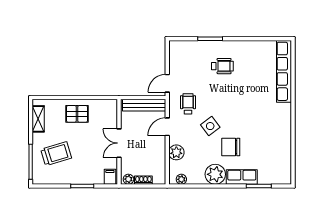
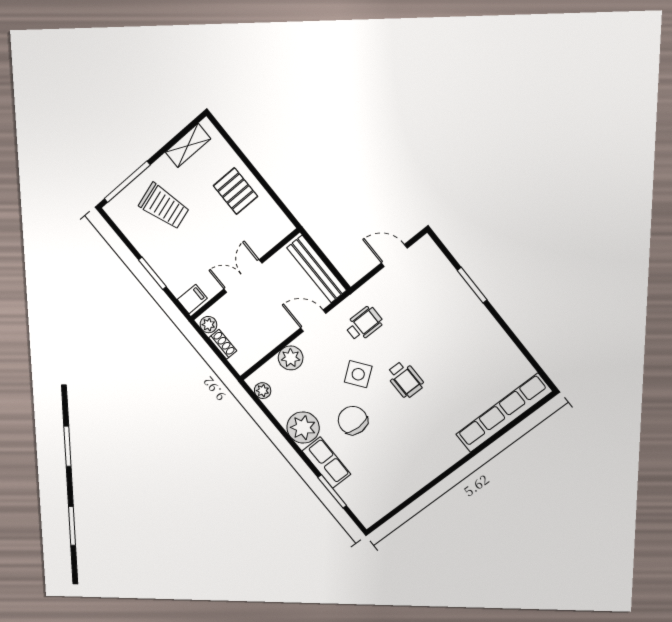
wheelchair: (222, 66) -> (405, 379), moved
door: (167, 83) -> (394, 256), moved

